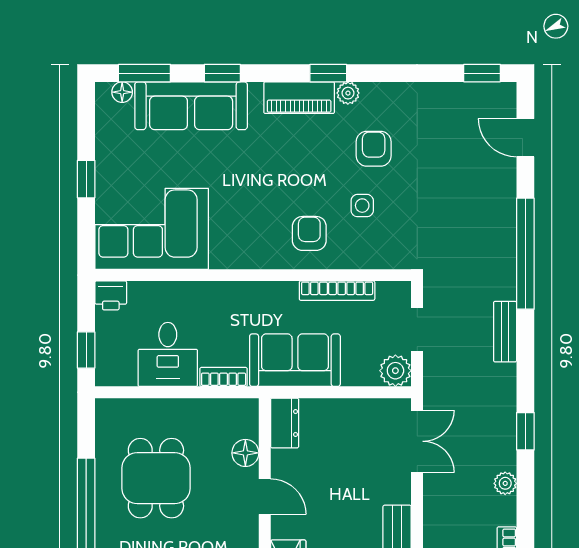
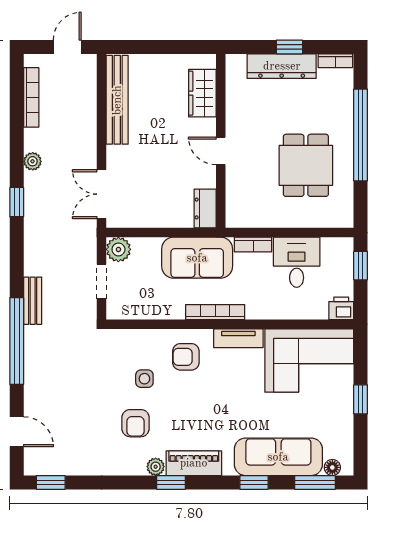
armchair: (309, 233) -> (186, 357), turned 90
tv unit: (242, 257) -> (238, 338), added
bookcase: (337, 291) -> (215, 312), moved
bench: (505, 332) -> (33, 301), moved
floor lamp: (245, 453) -> (236, 185), removed

